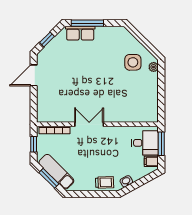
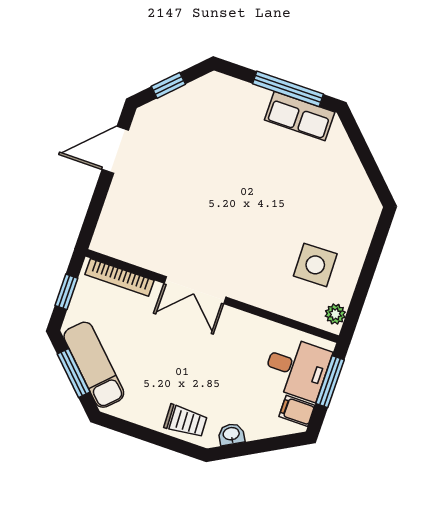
window: (87, 23) -> (288, 89), moved
row of seats: (80, 33) -> (300, 116), moved
side table: (133, 62) -> (315, 265), moved
plant: (154, 67) -> (335, 314), moved
double door: (89, 124) -> (195, 290), swing flipped

